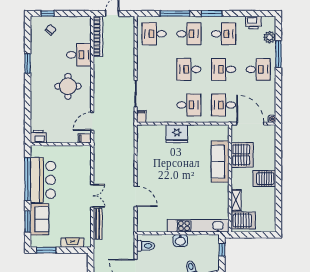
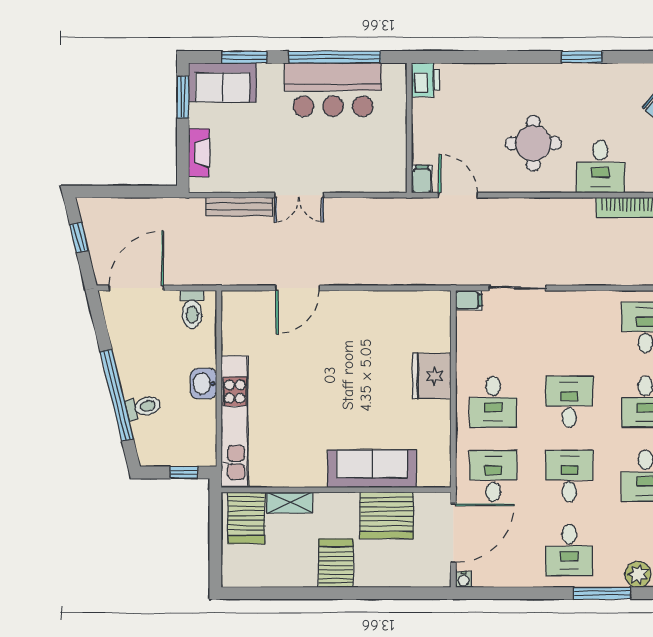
sofa: (39, 219) -> (223, 82), moved

